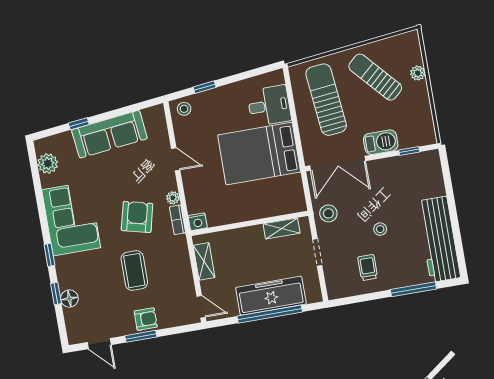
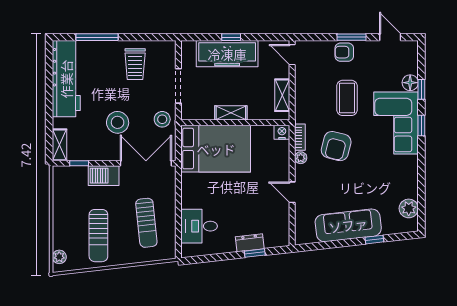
plant: (418, 73) -> (59, 257), moved
sun lounger: (375, 77) -> (98, 236), turned 42
dresser: (212, 97) -> (250, 243), added
sun lounger: (326, 100) -> (146, 223), width x0.73, depth x0.75
stool: (184, 109) -> (277, 237), removed
bed: (259, 154) -> (216, 149), moved
shelving: (434, 167) -> (60, 145), added
corner sofa: (71, 219) -> (396, 123), moved
shelving: (282, 228) -> (231, 113), moved
stool: (380, 229) -> (118, 122), moved, width x1.89, depth x1.89
doorway: (317, 252) -> (178, 86), width x1.38
trolley: (368, 268) -> (135, 64), width x1.36, depth x1.39
window: (270, 314) -> (231, 37), width x0.32

